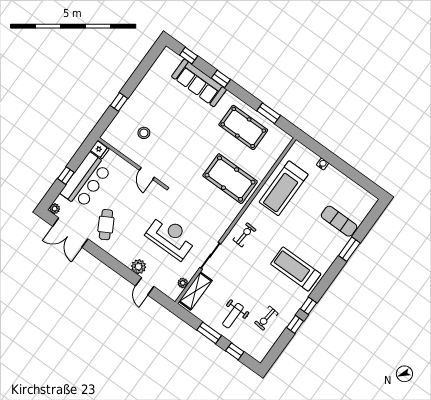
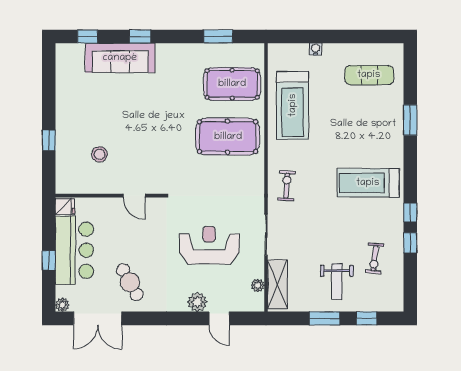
pool table: (243, 127) -> (232, 84), moved
exercise mat: (339, 221) -> (369, 75), moved

